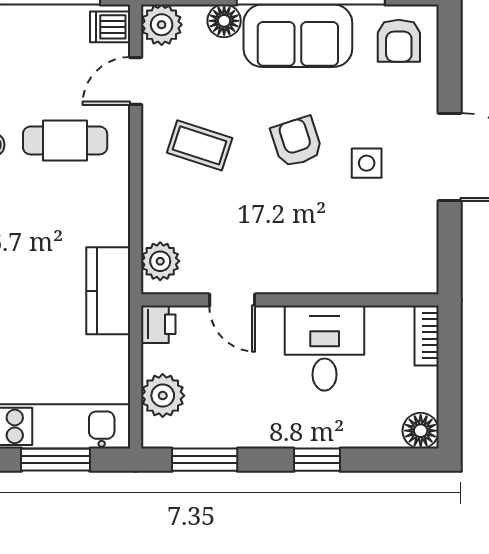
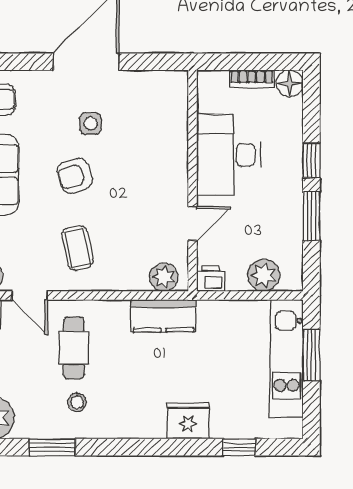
coffee table: (200, 145) -> (77, 248), turned -30
kitchen counter: (108, 291) -> (164, 316), moved
bookcase: (427, 336) -> (252, 79), moved
desk: (325, 348) -> (228, 155), width x1.37
window: (205, 460) -> (311, 216), moved

